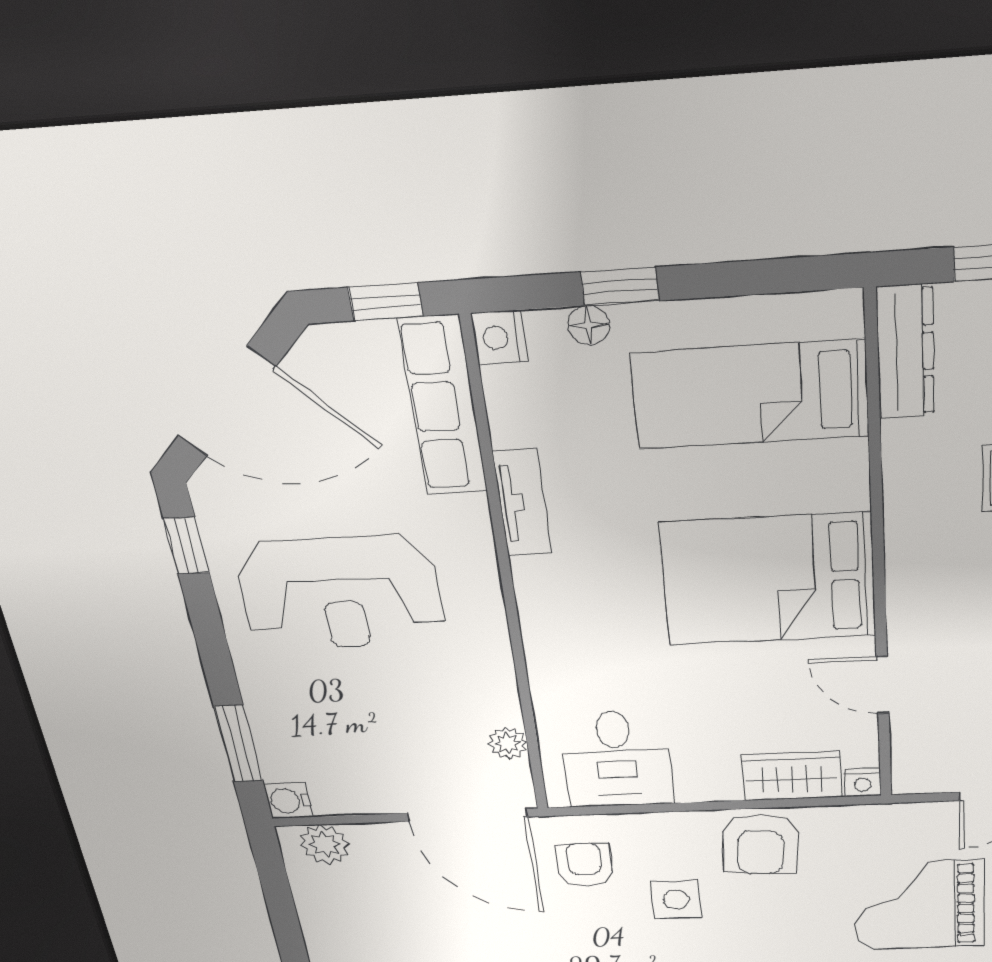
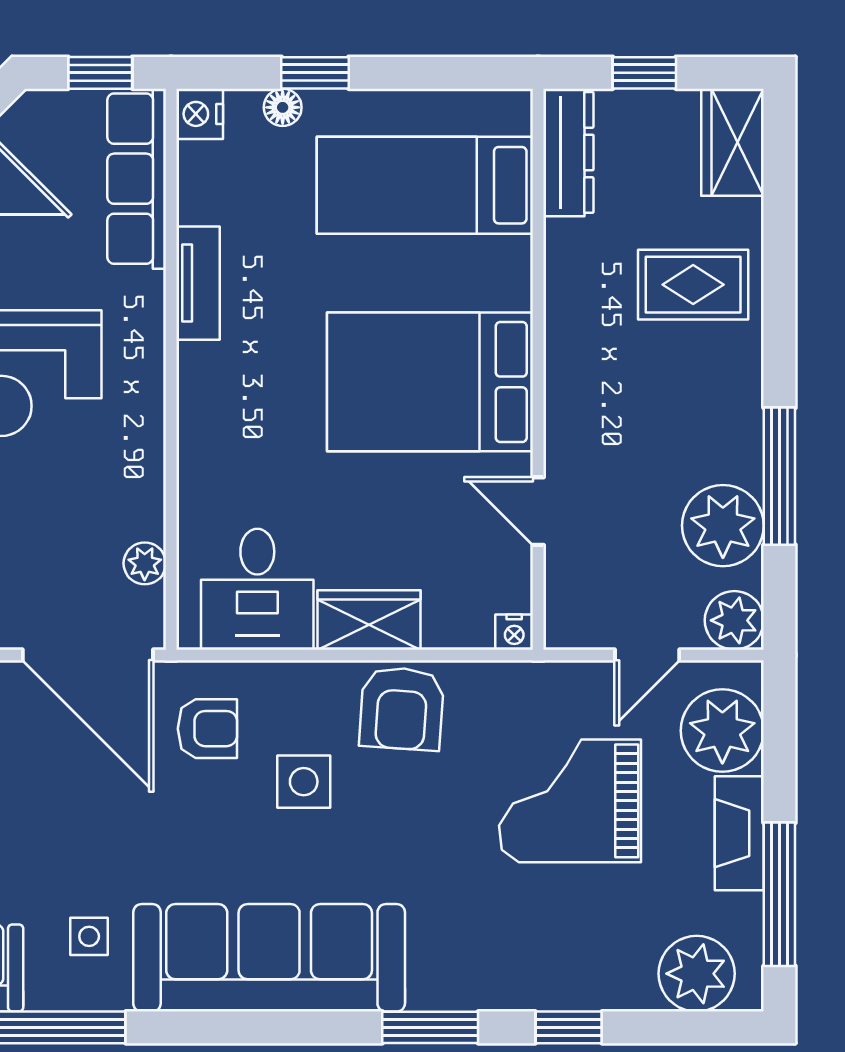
wardrobe: (792, 776) -> (369, 620), moved
armchair: (585, 865) -> (207, 729), turned 90

